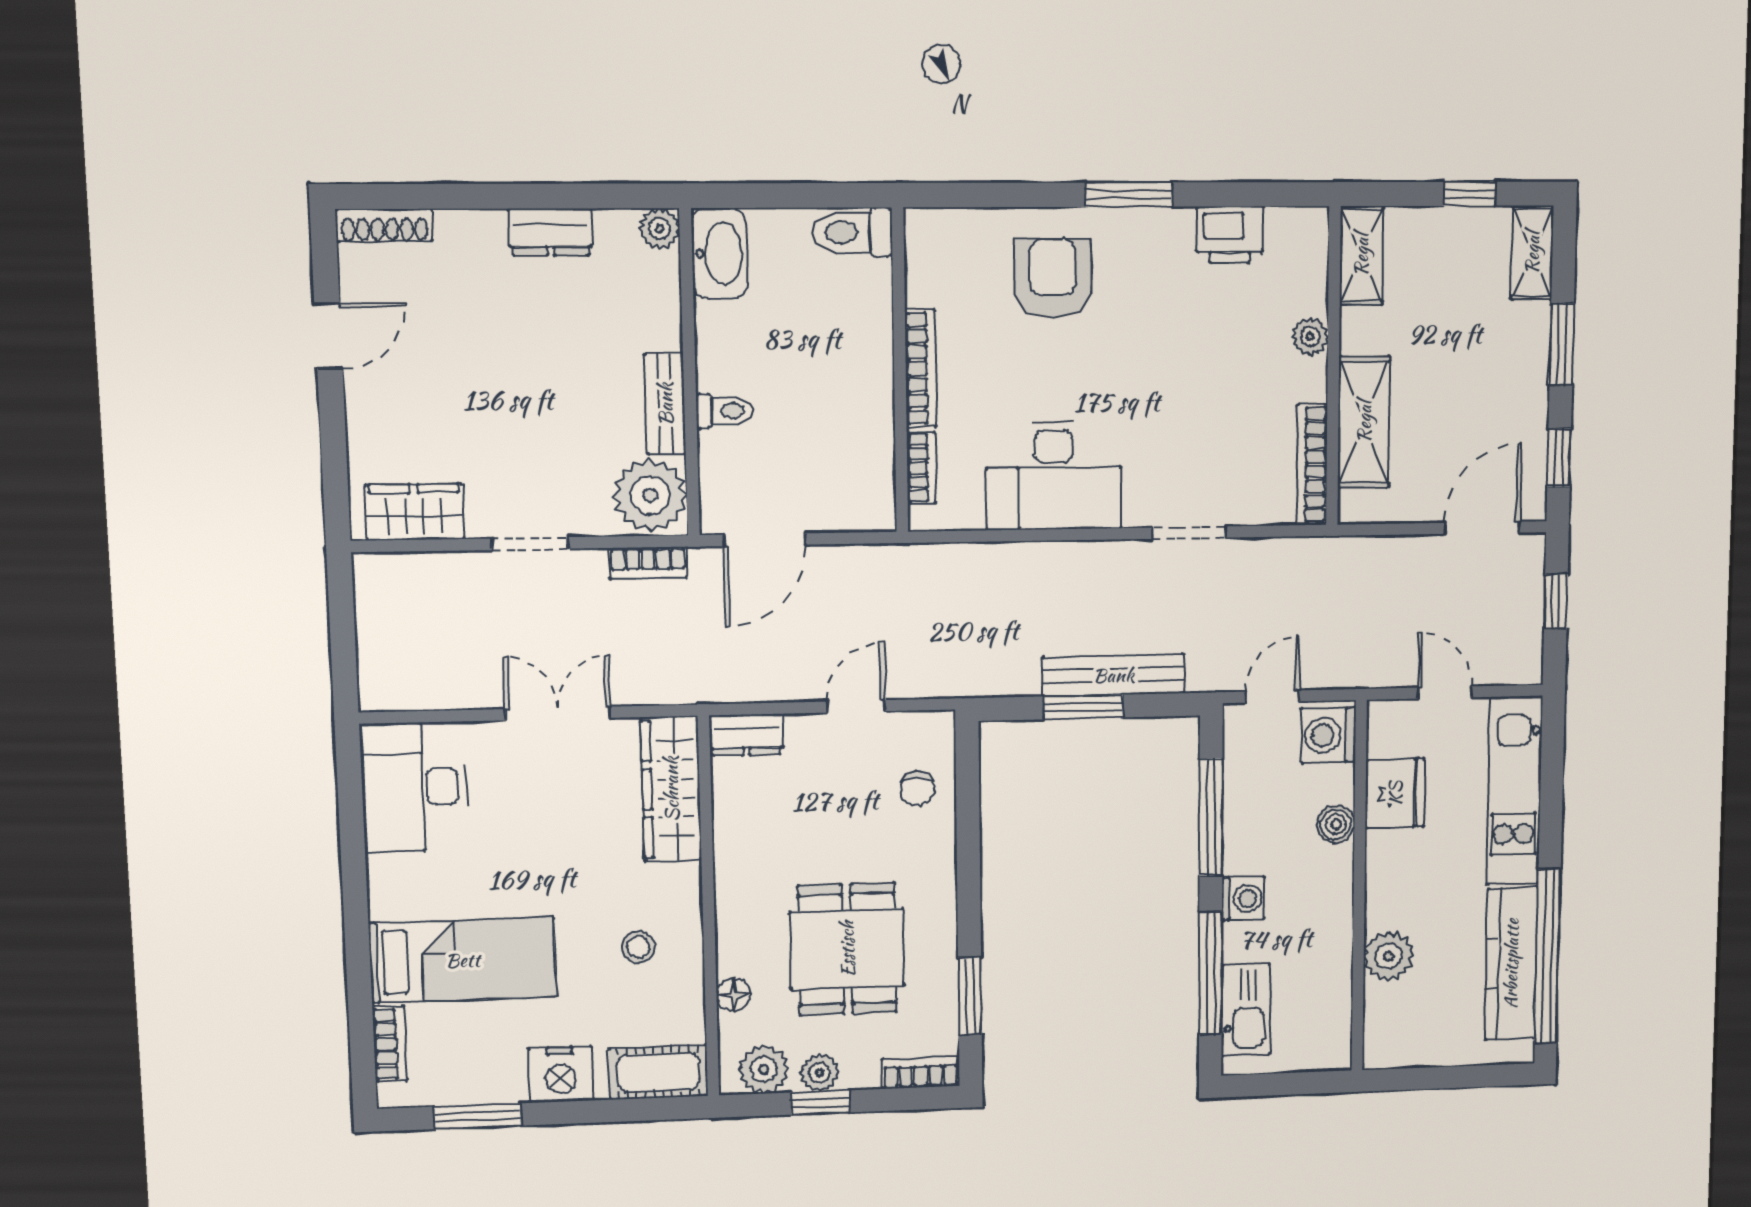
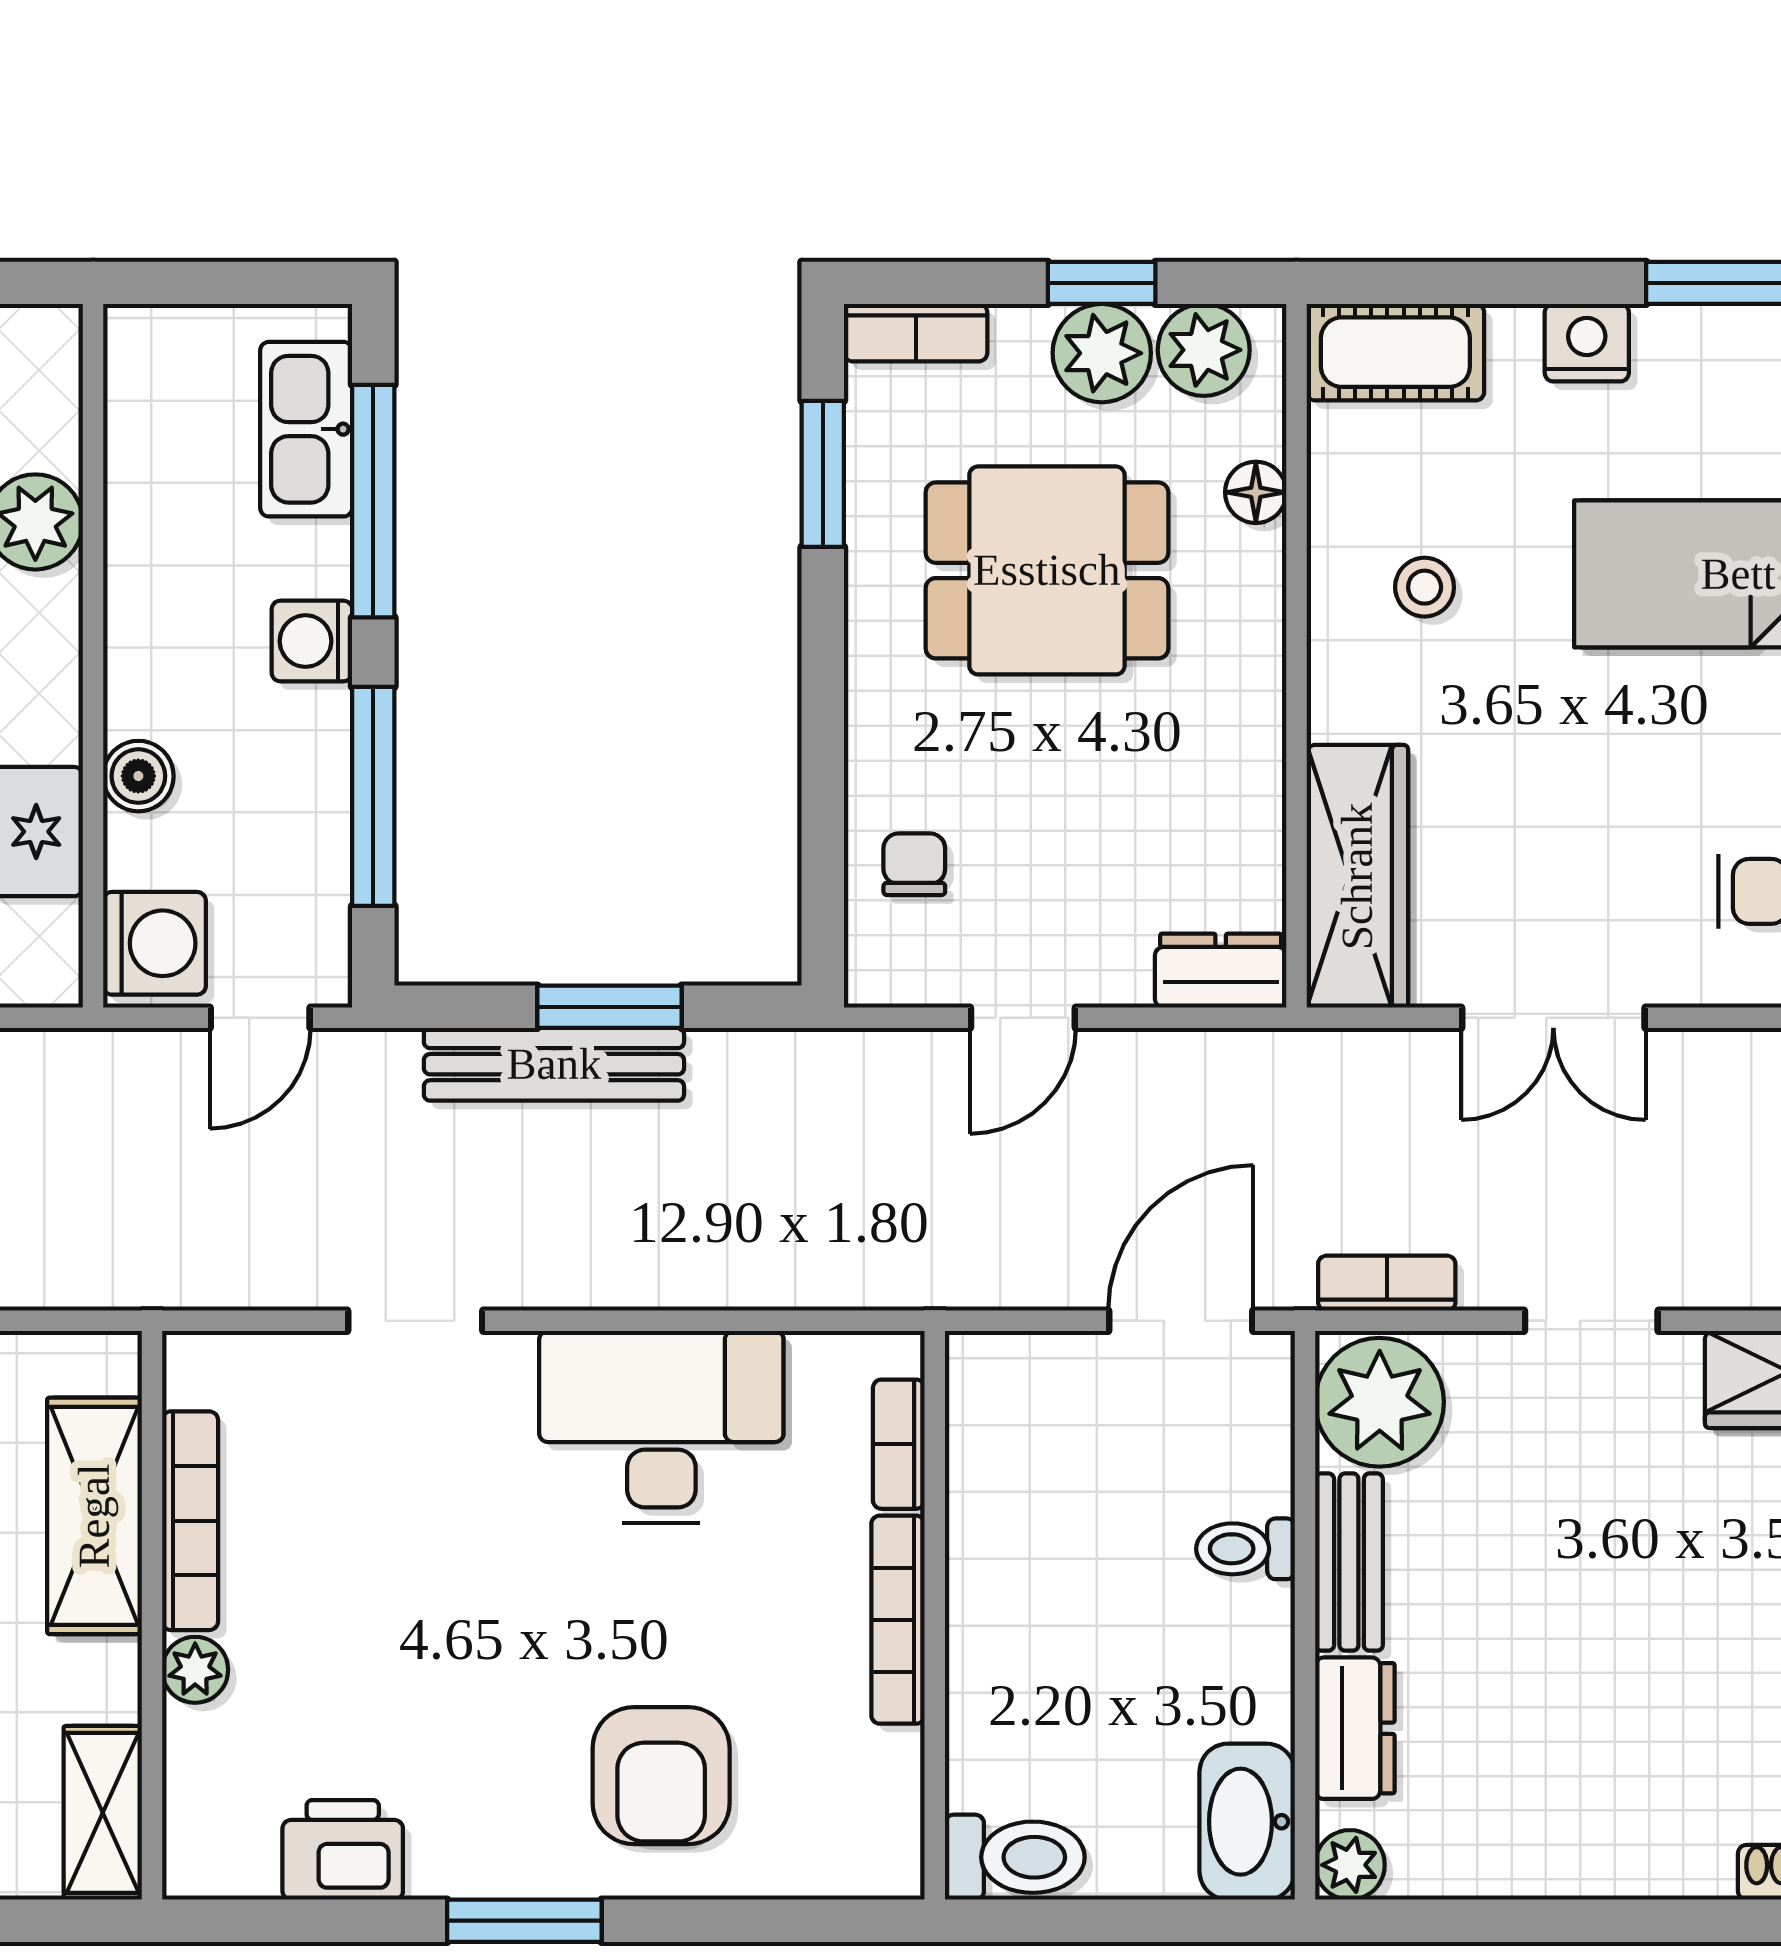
dresser: (550, 232) -> (1355, 1728), moved, turned 90
bookcase: (1312, 465) -> (190, 1521), moved
dining table: (847, 949) -> (1047, 570), turned 90
plant: (820, 1073) -> (1102, 353), width x1.38, depth x1.38
nightstand: (560, 1074) -> (1587, 343), width x0.74, depth x0.75

